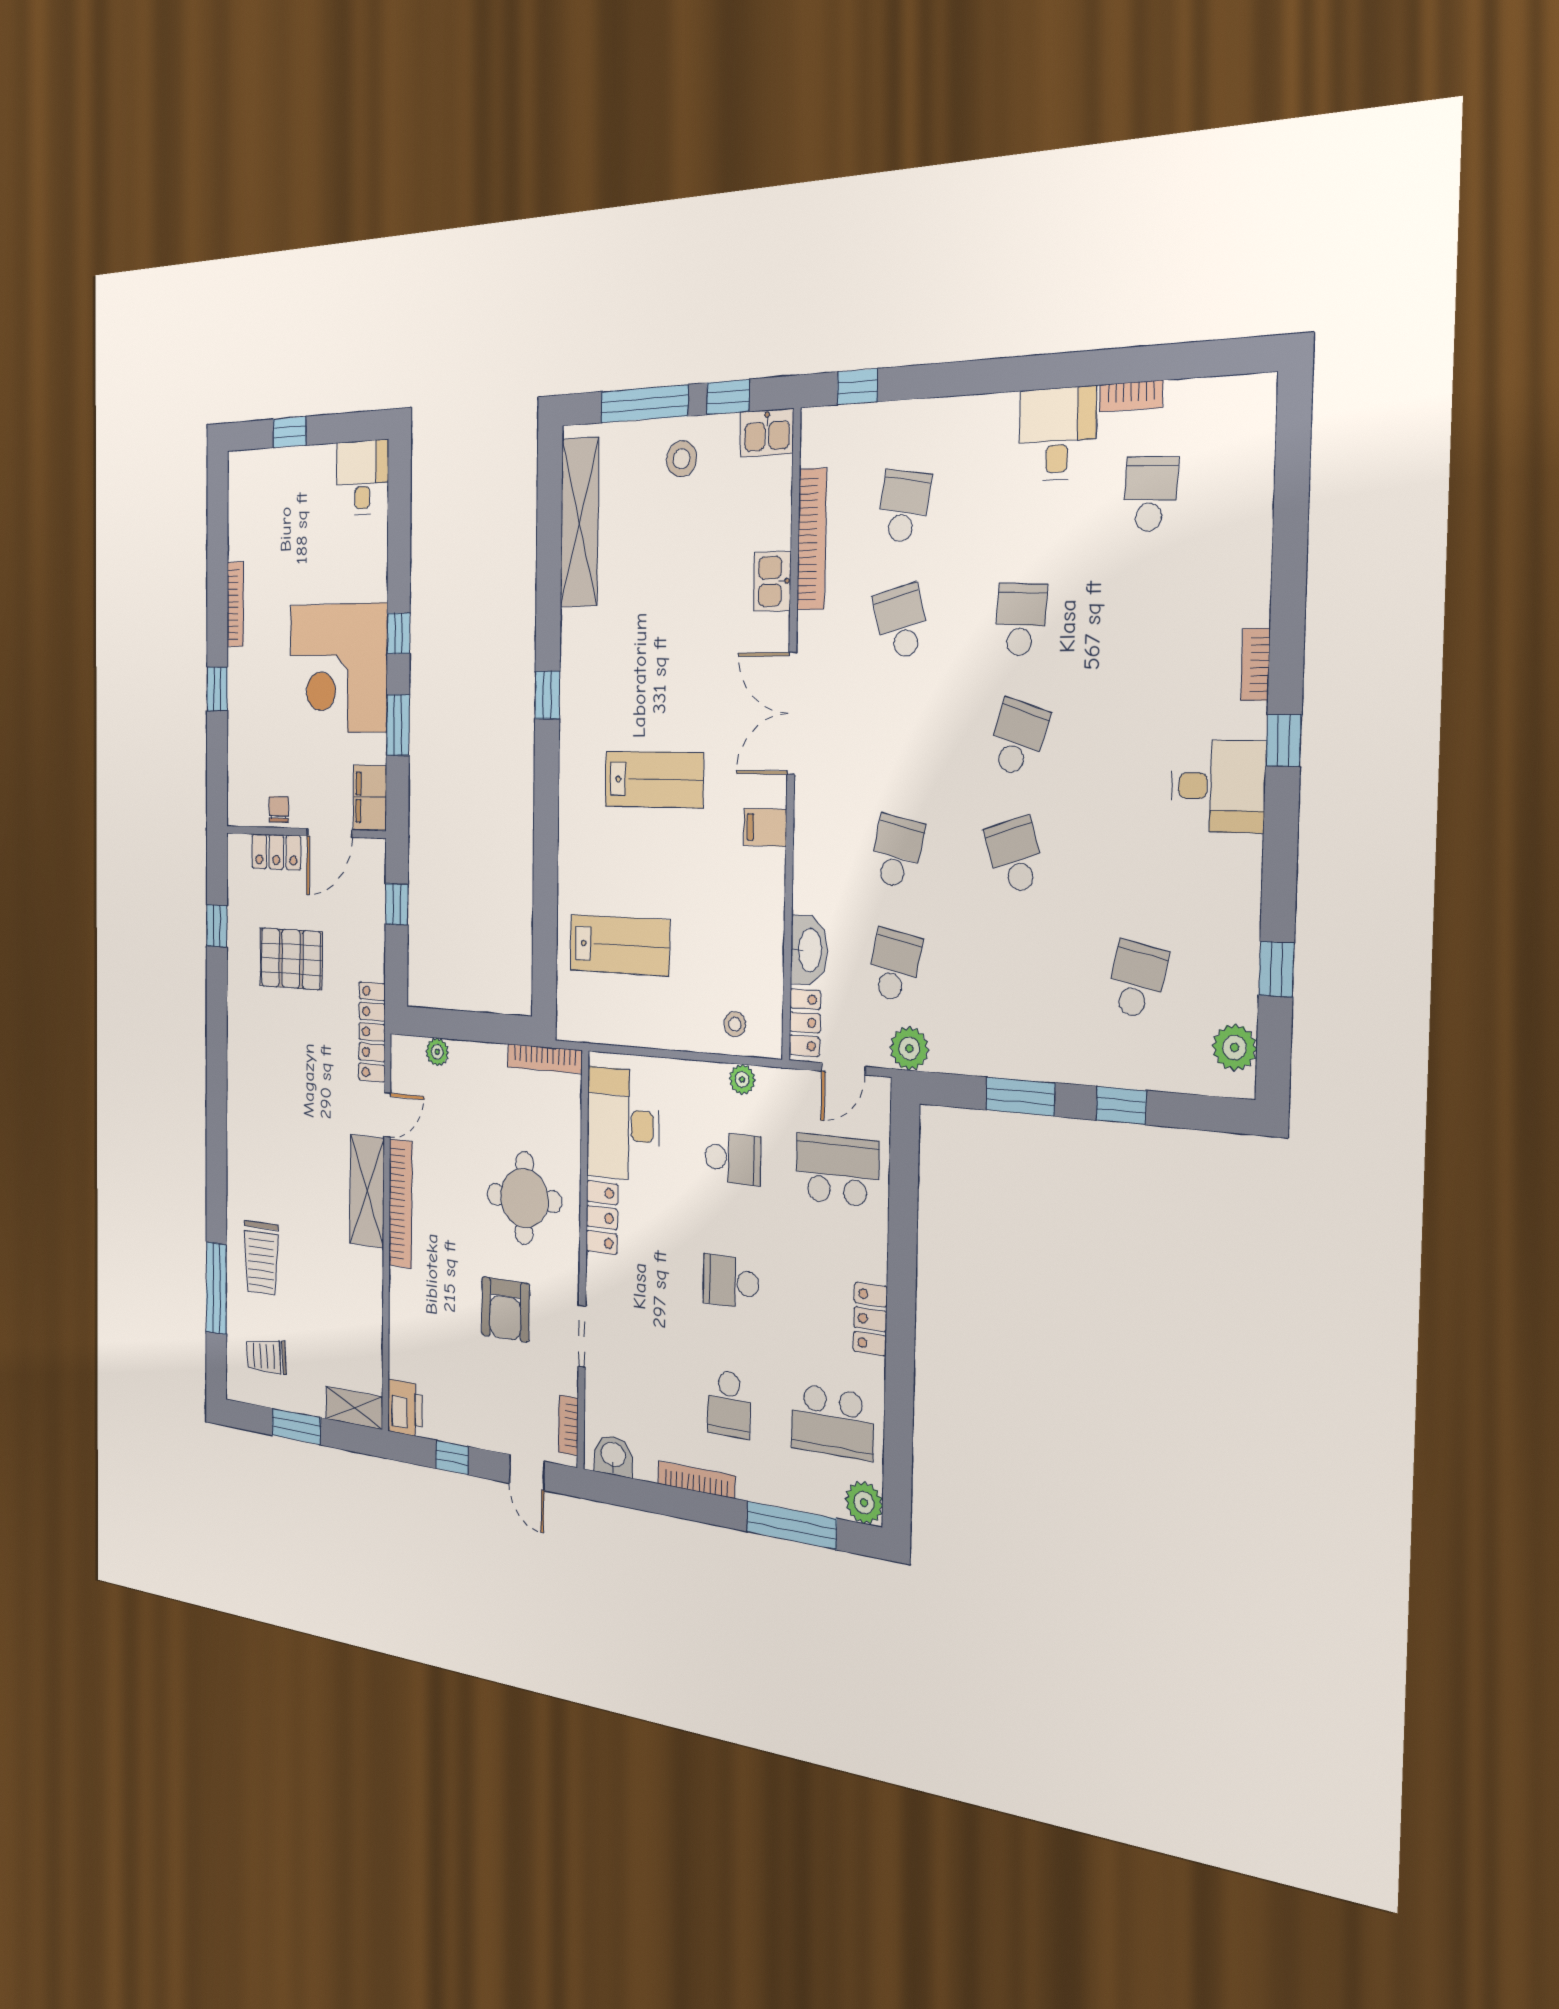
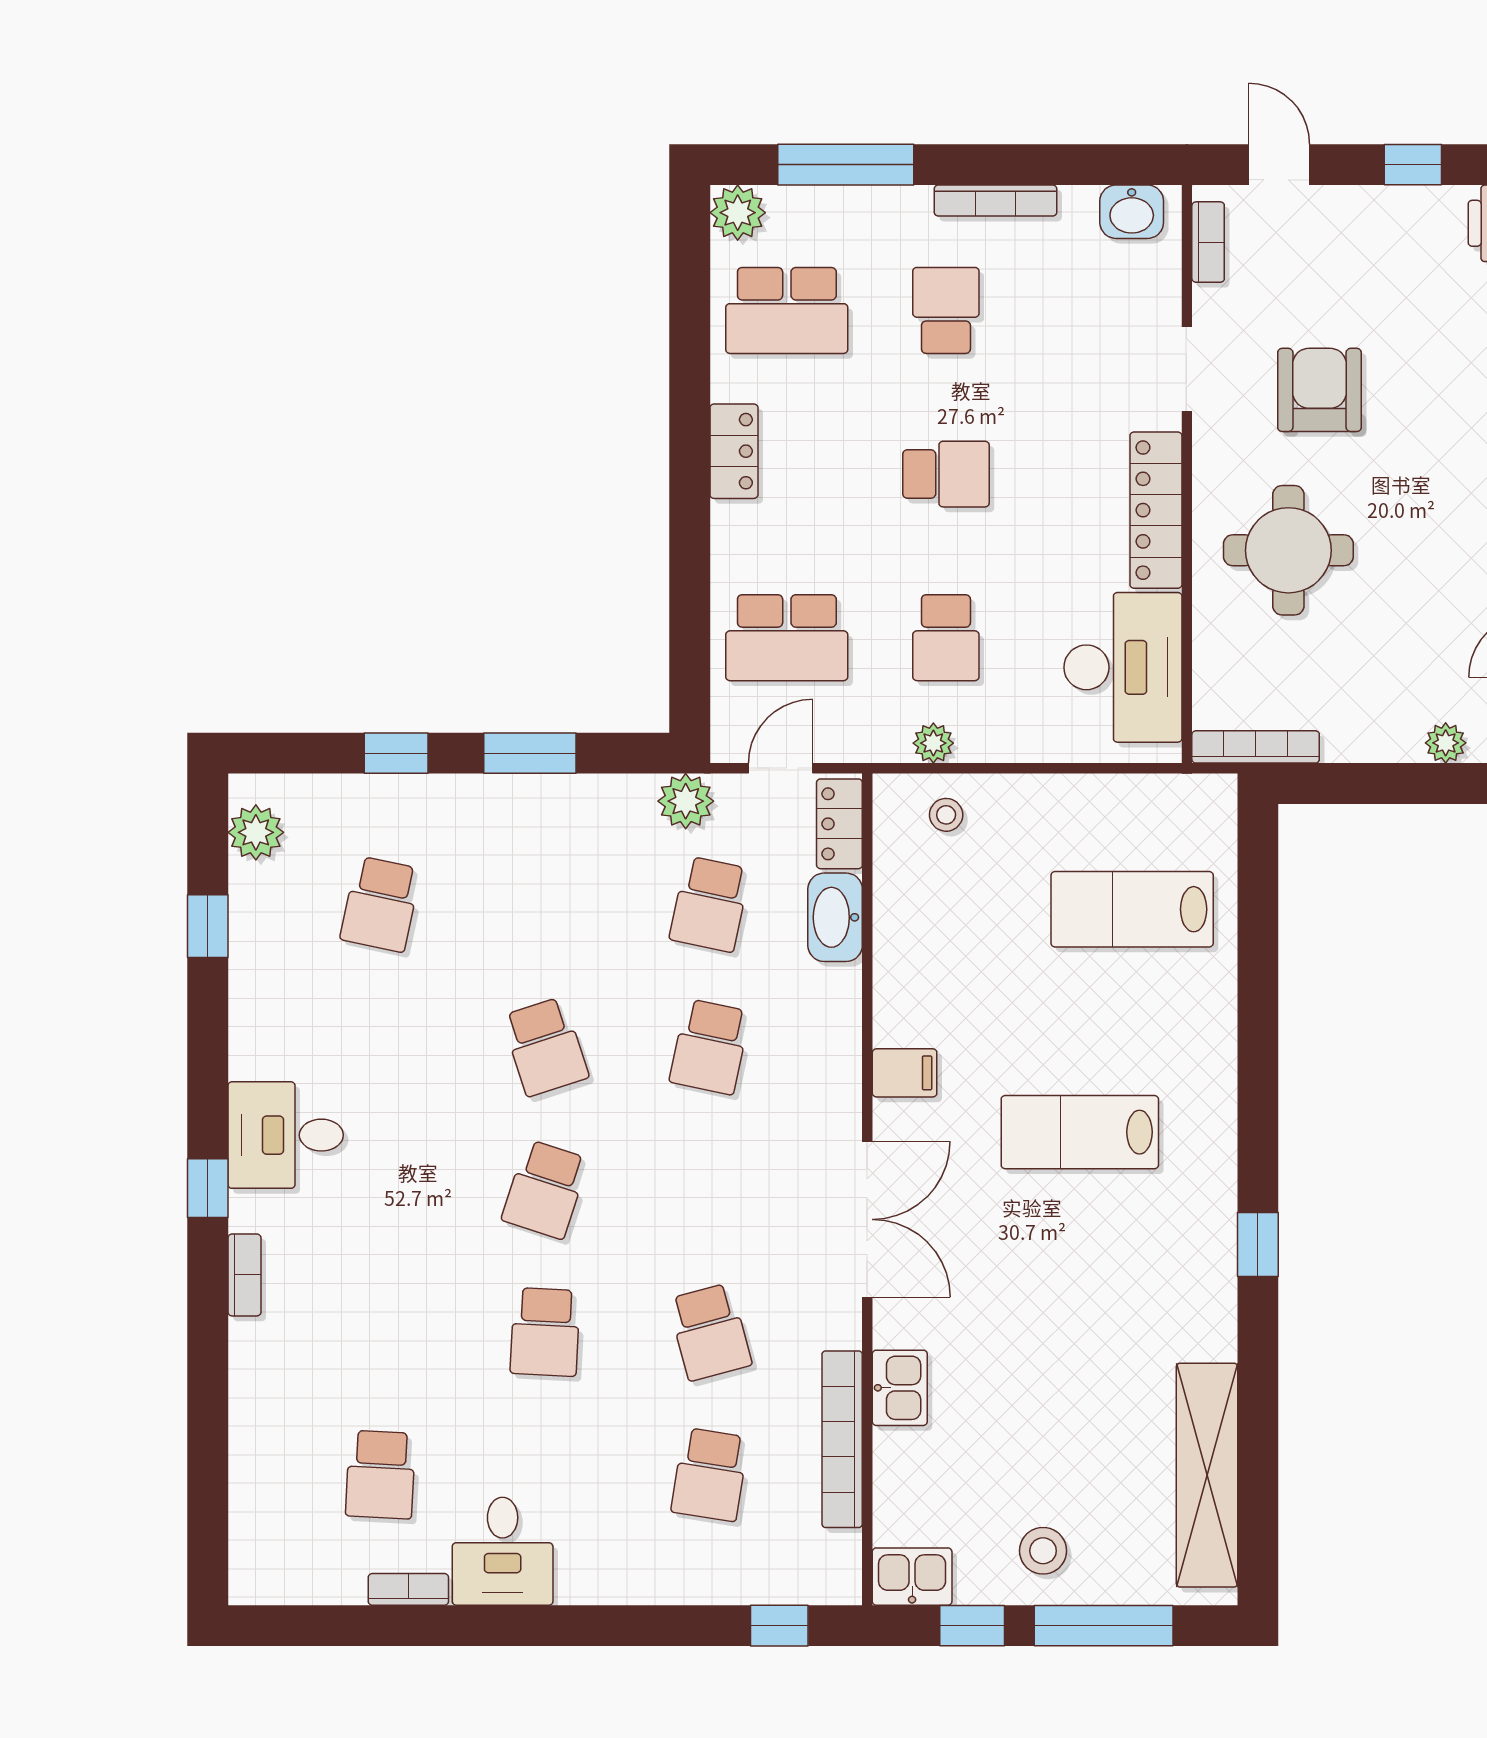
school desk: (733, 1159) -> (946, 638), turned -90
locker: (602, 1218) -> (1156, 510), width x1.53
school desk: (832, 1422) -> (787, 310), turned 180

